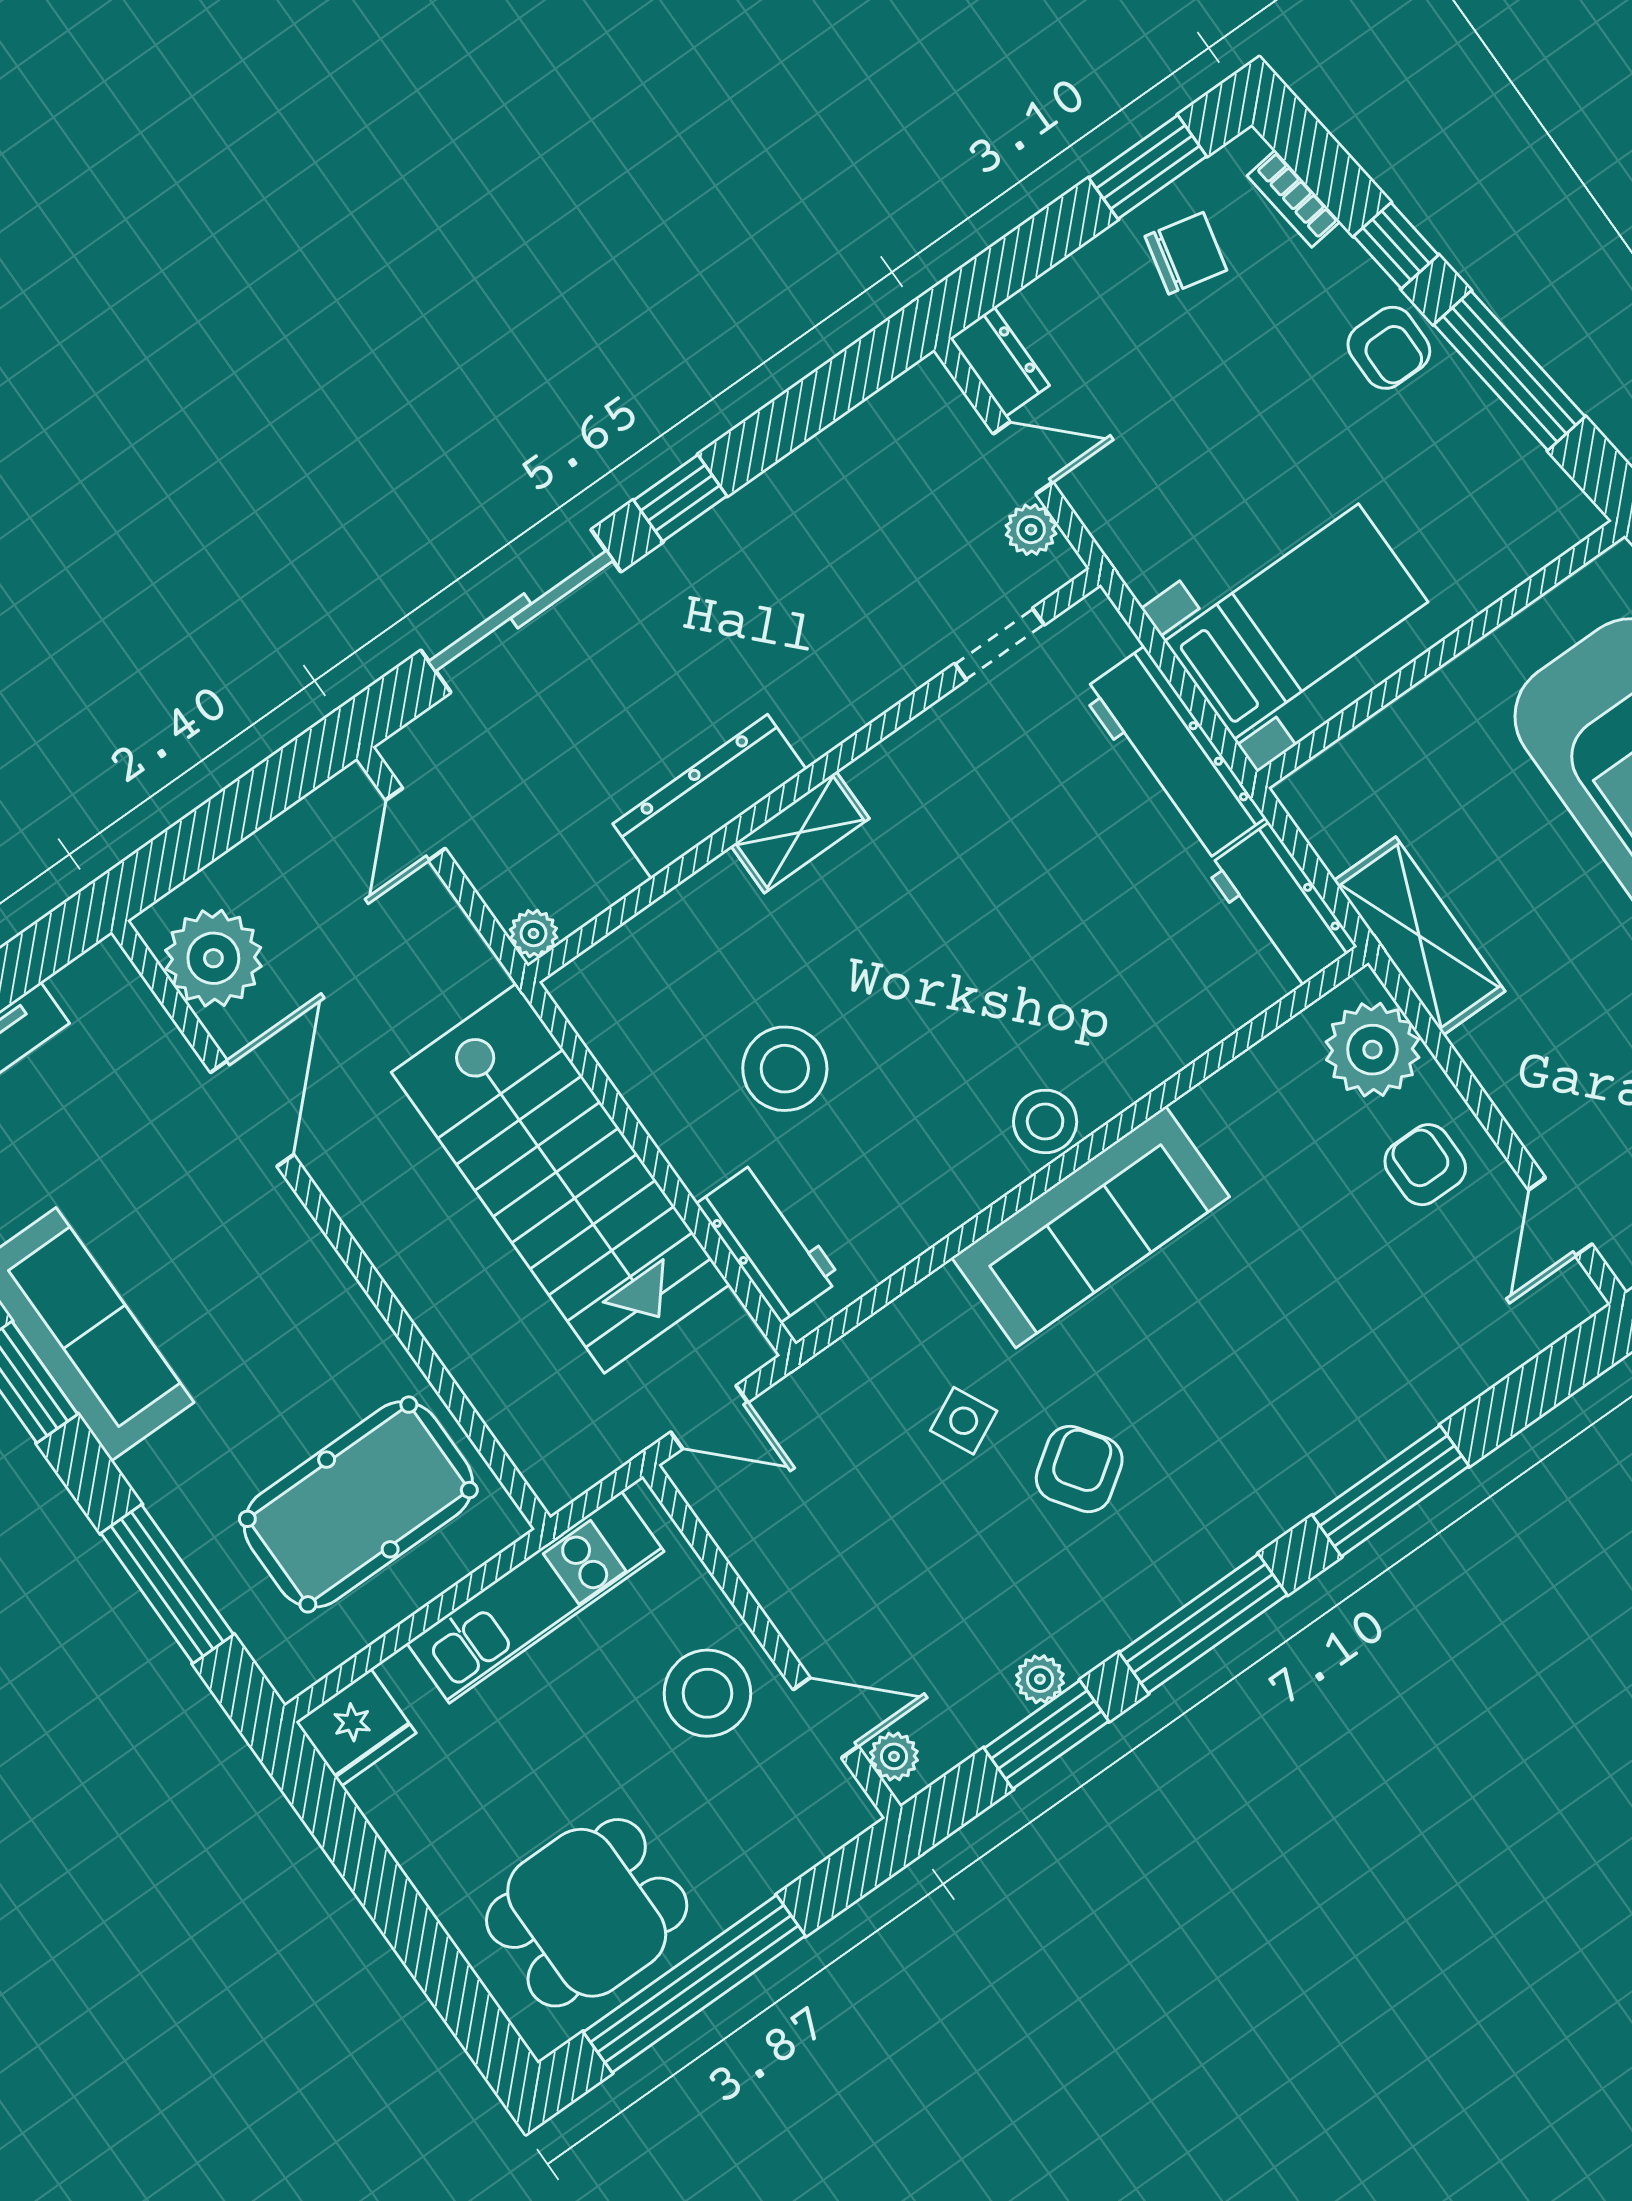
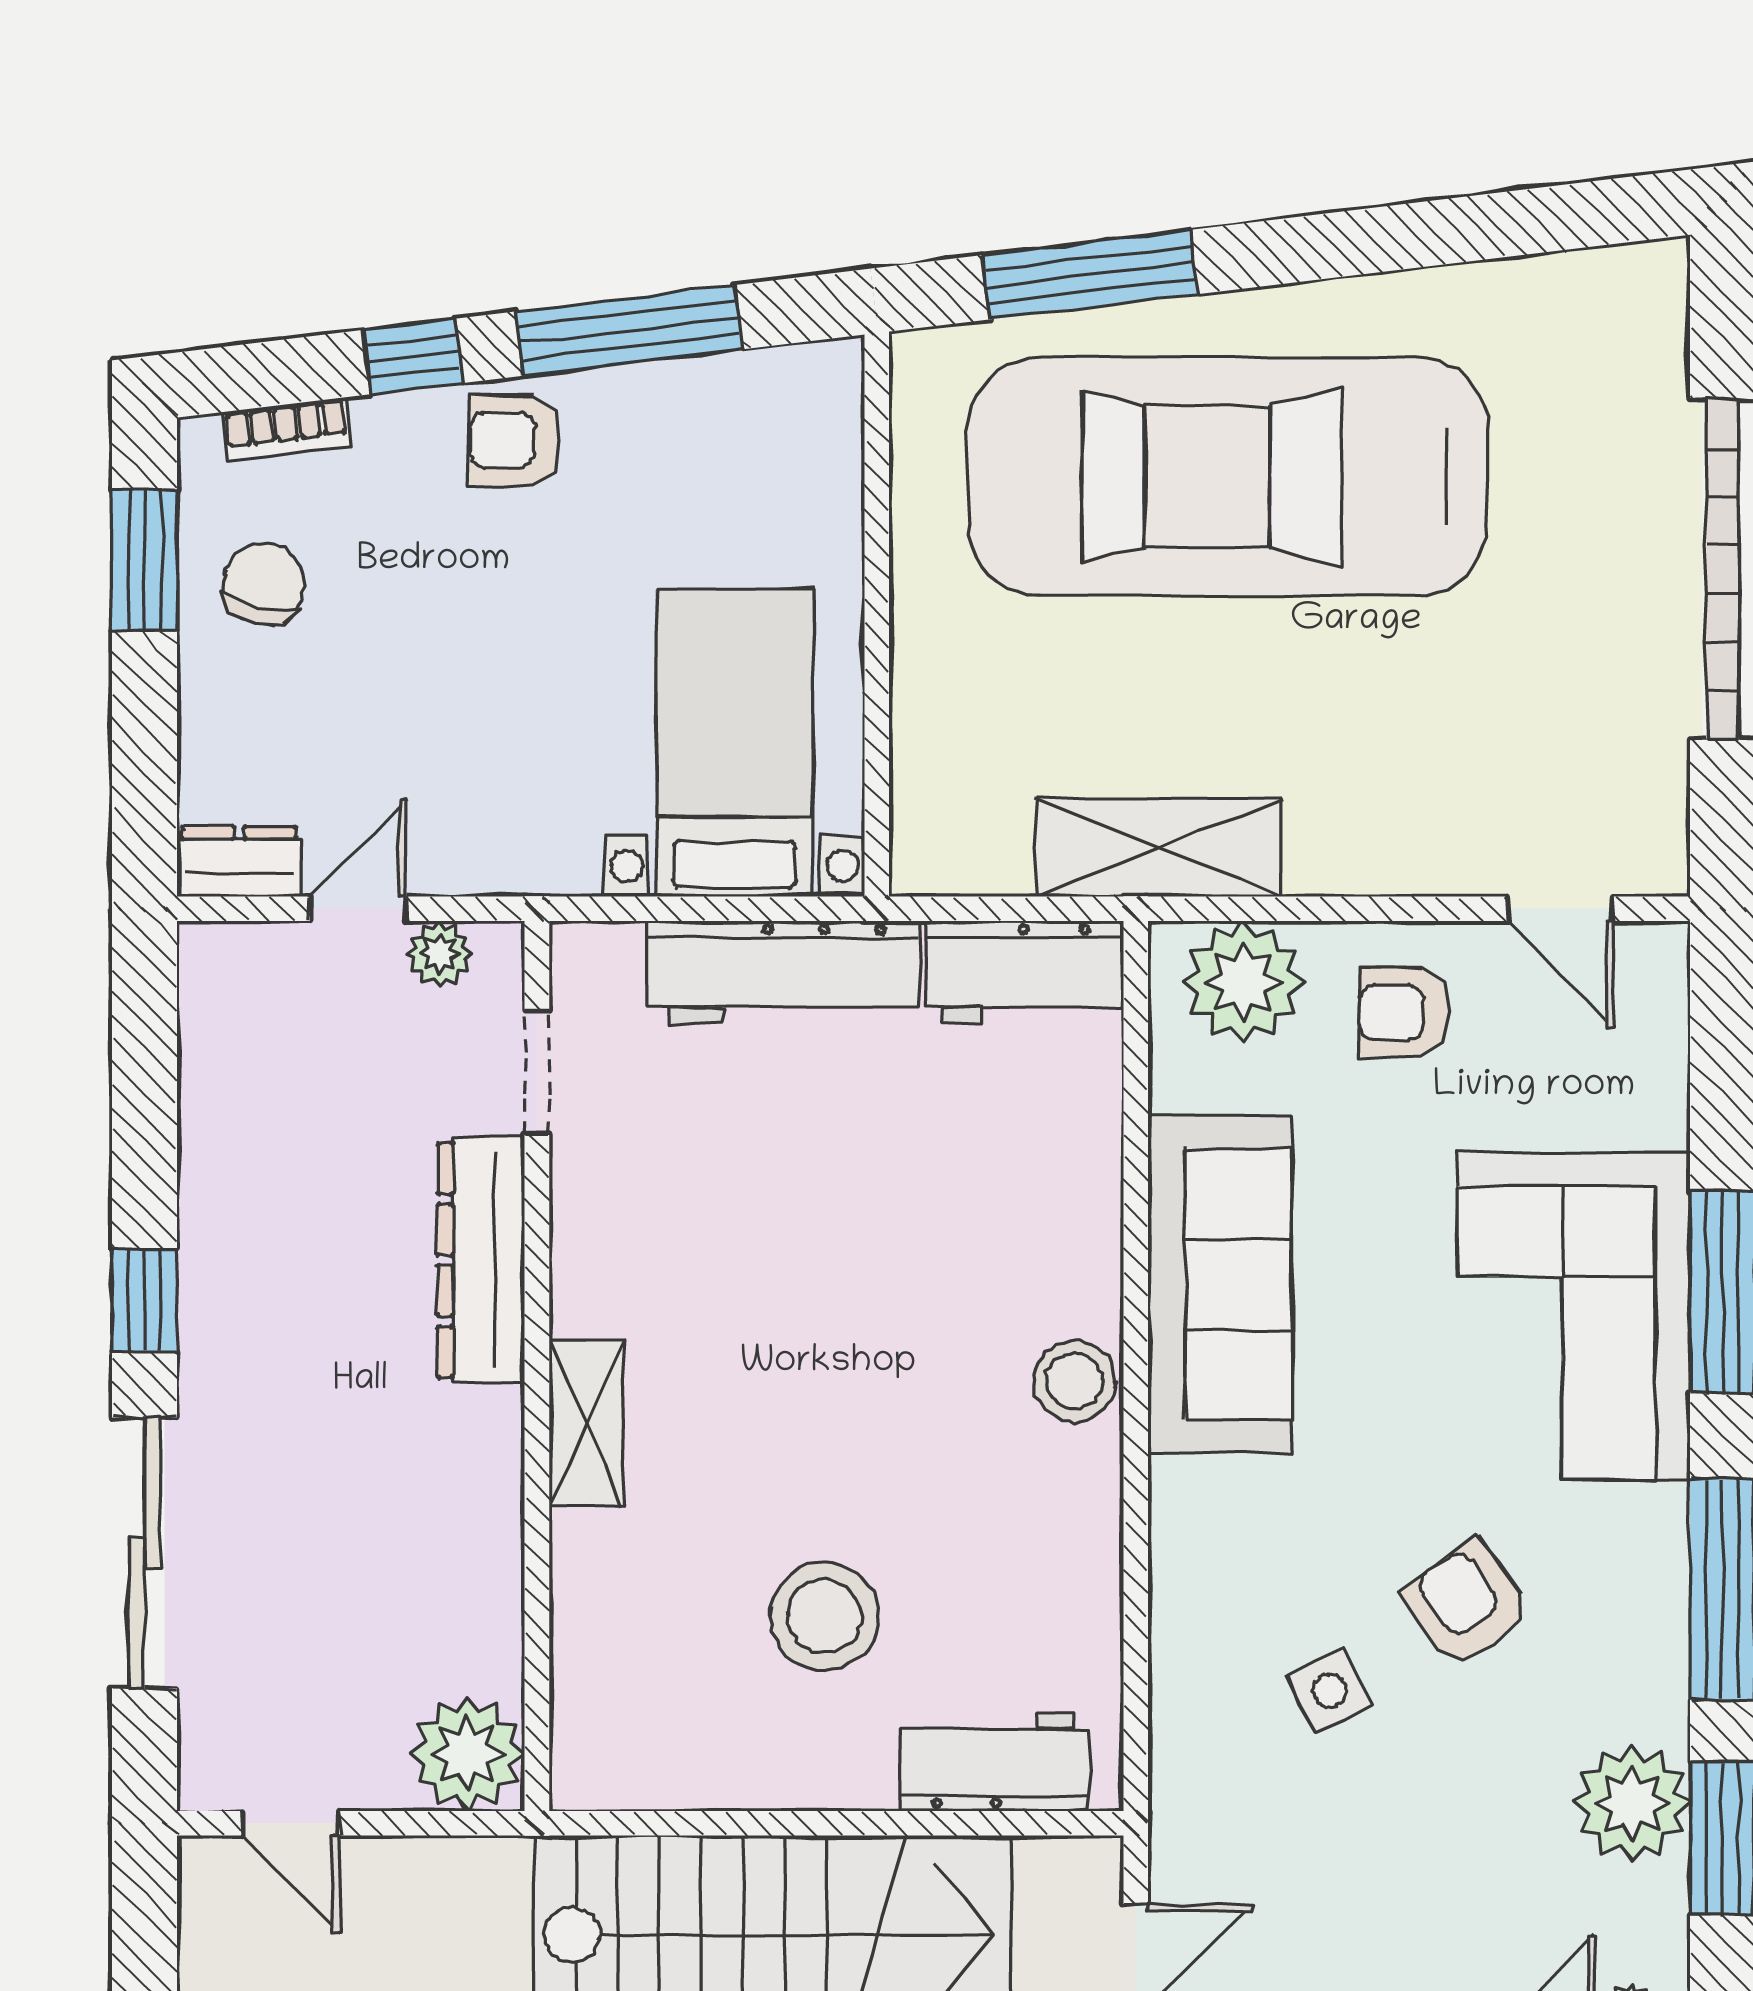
armchair: (1389, 348) -> (515, 440), turned 180
dresser: (710, 796) -> (481, 1260), moved
plant: (533, 933) -> (467, 1754), width x1.87, depth x1.87
sofa: (1091, 1227) -> (1220, 1284), moved
corner sofa: (1309, 1408) -> (1574, 1316), added
plant: (1040, 1679) -> (1632, 1803), width x1.88, depth x1.88

